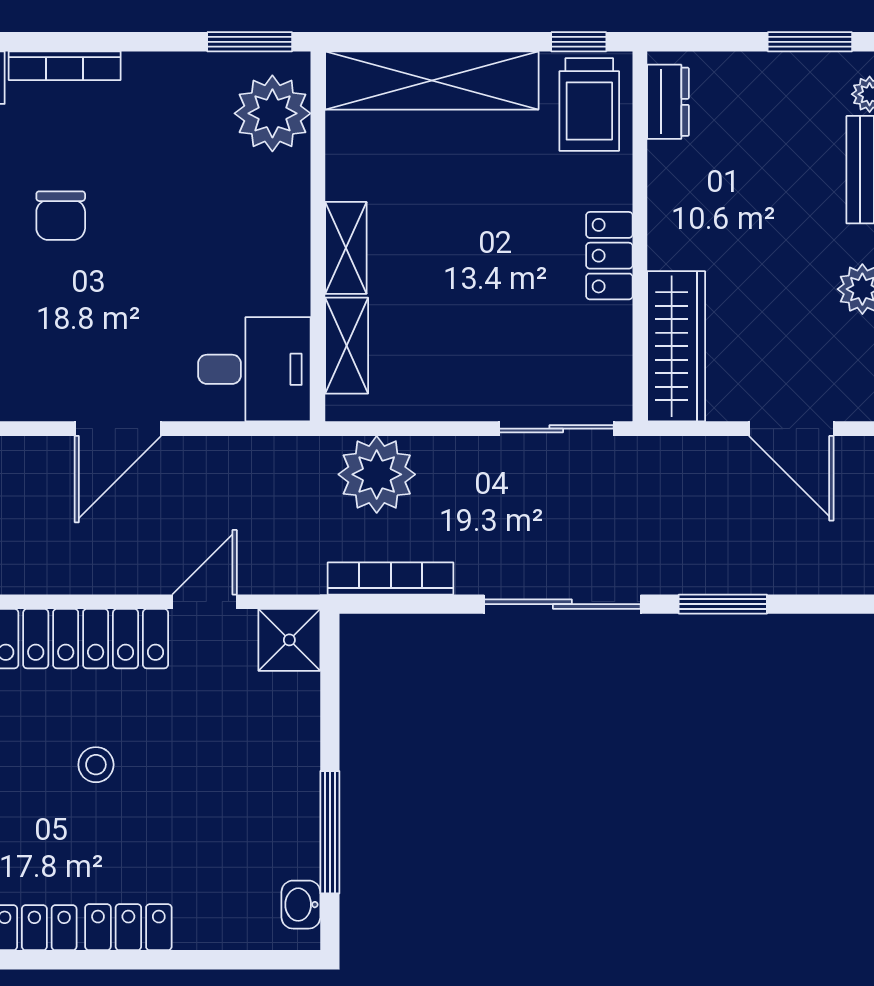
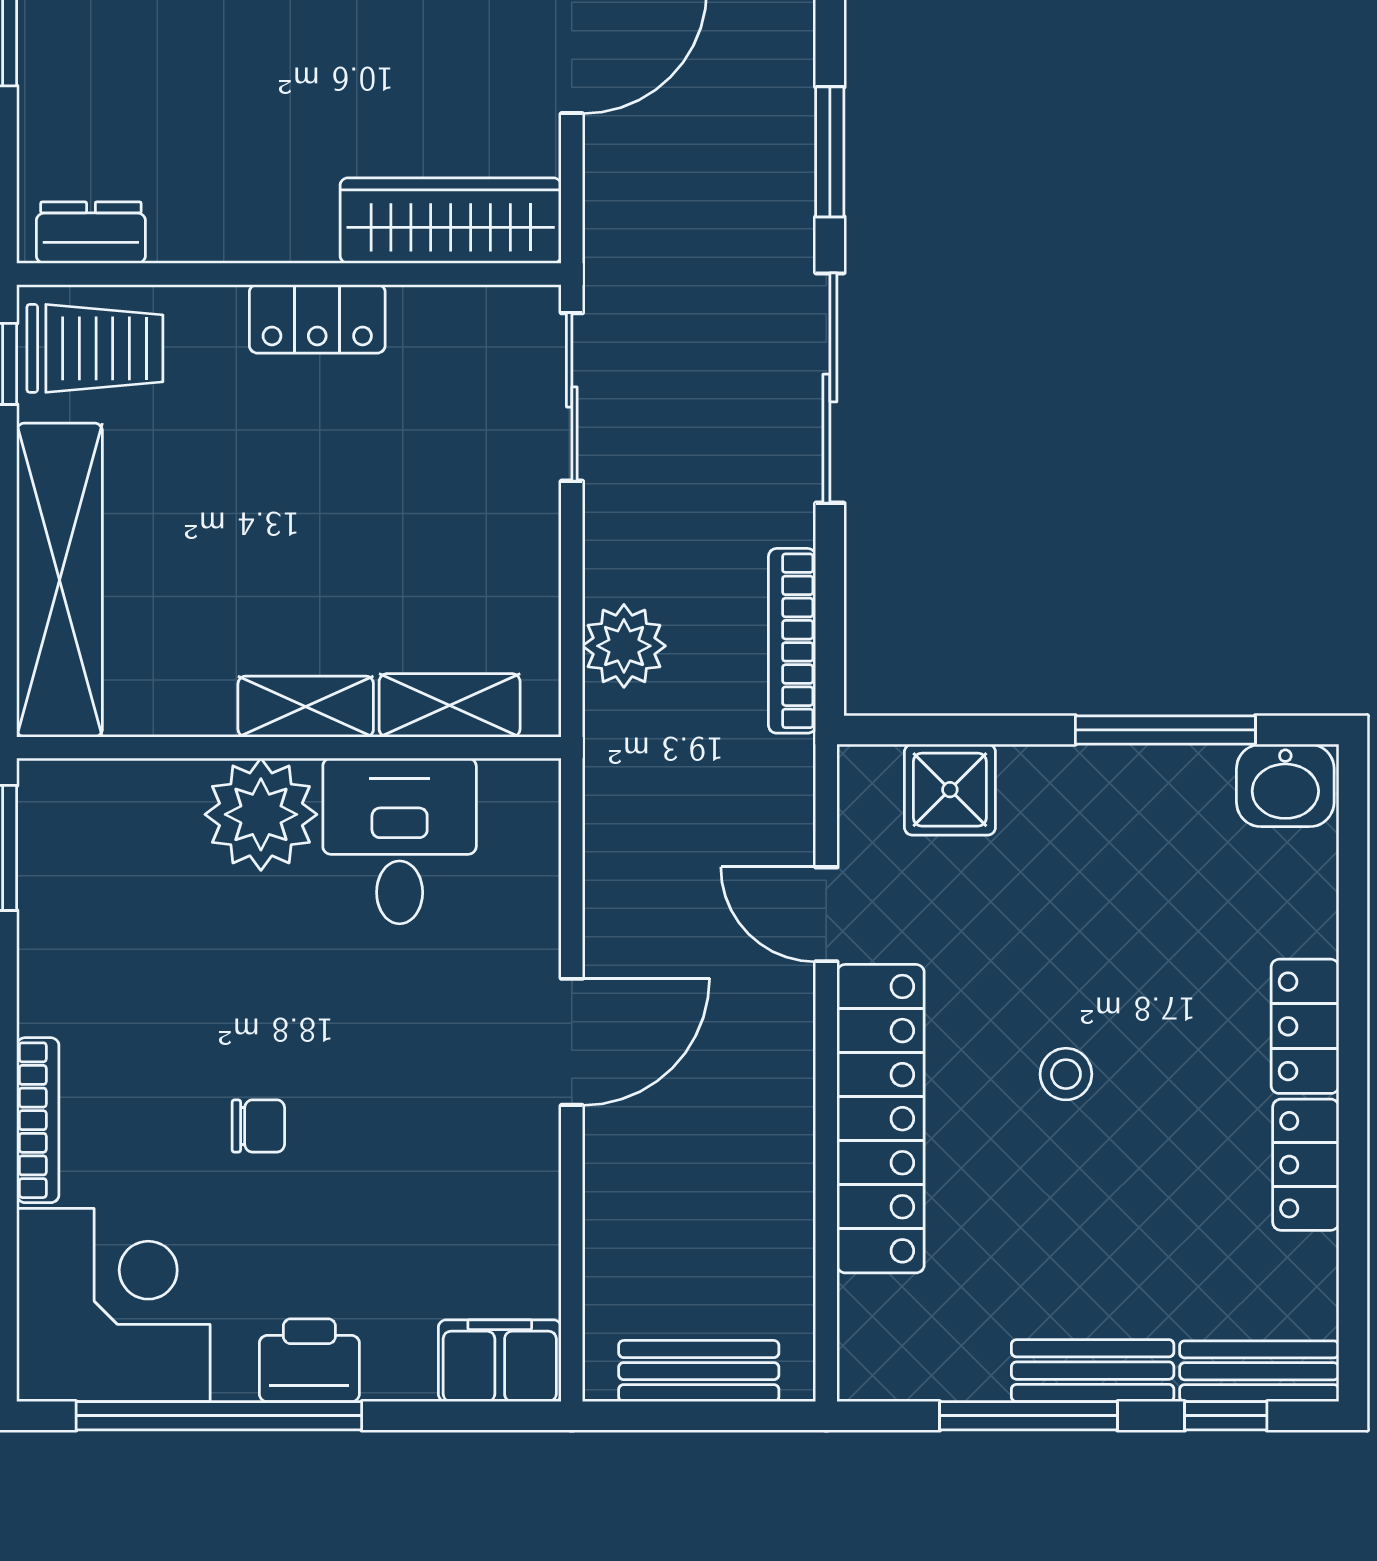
plant: (272, 113) -> (261, 814), moved
chair: (61, 216) -> (258, 1126), width x0.73, depth x0.73
desk: (254, 369) -> (400, 841), moved
door: (118, 429) -> (572, 1042), hinge flipped
plant: (377, 474) -> (624, 646), width x0.73, depth x0.73
shower: (289, 640) -> (950, 790), moved
washbasin: (301, 905) -> (1285, 785), width x1.38, depth x1.45

